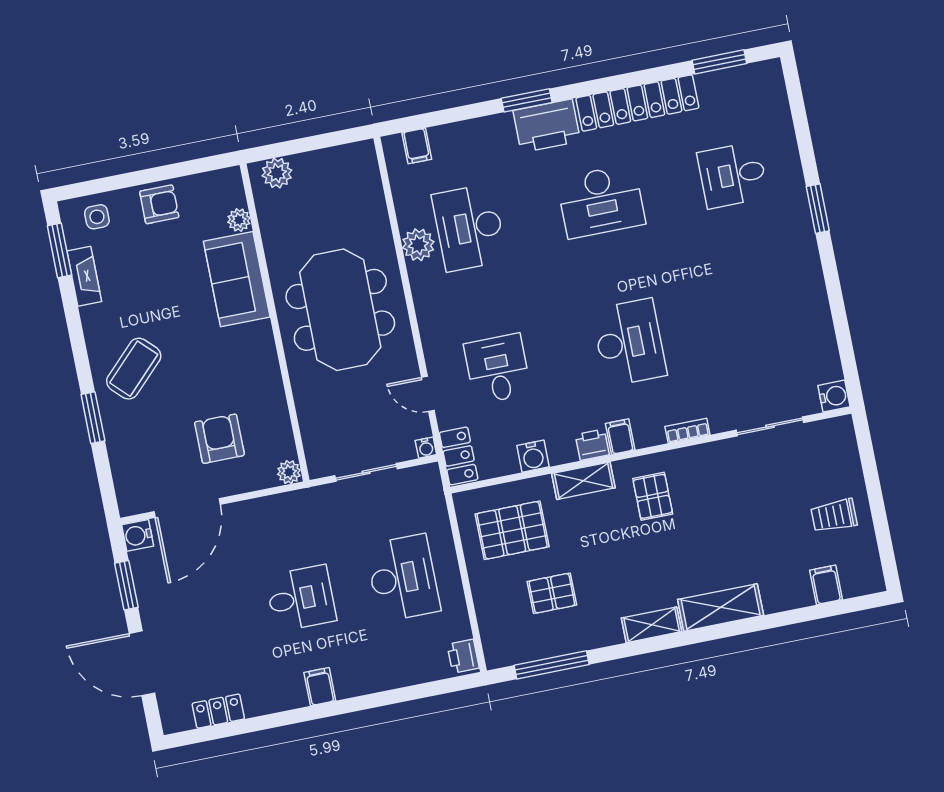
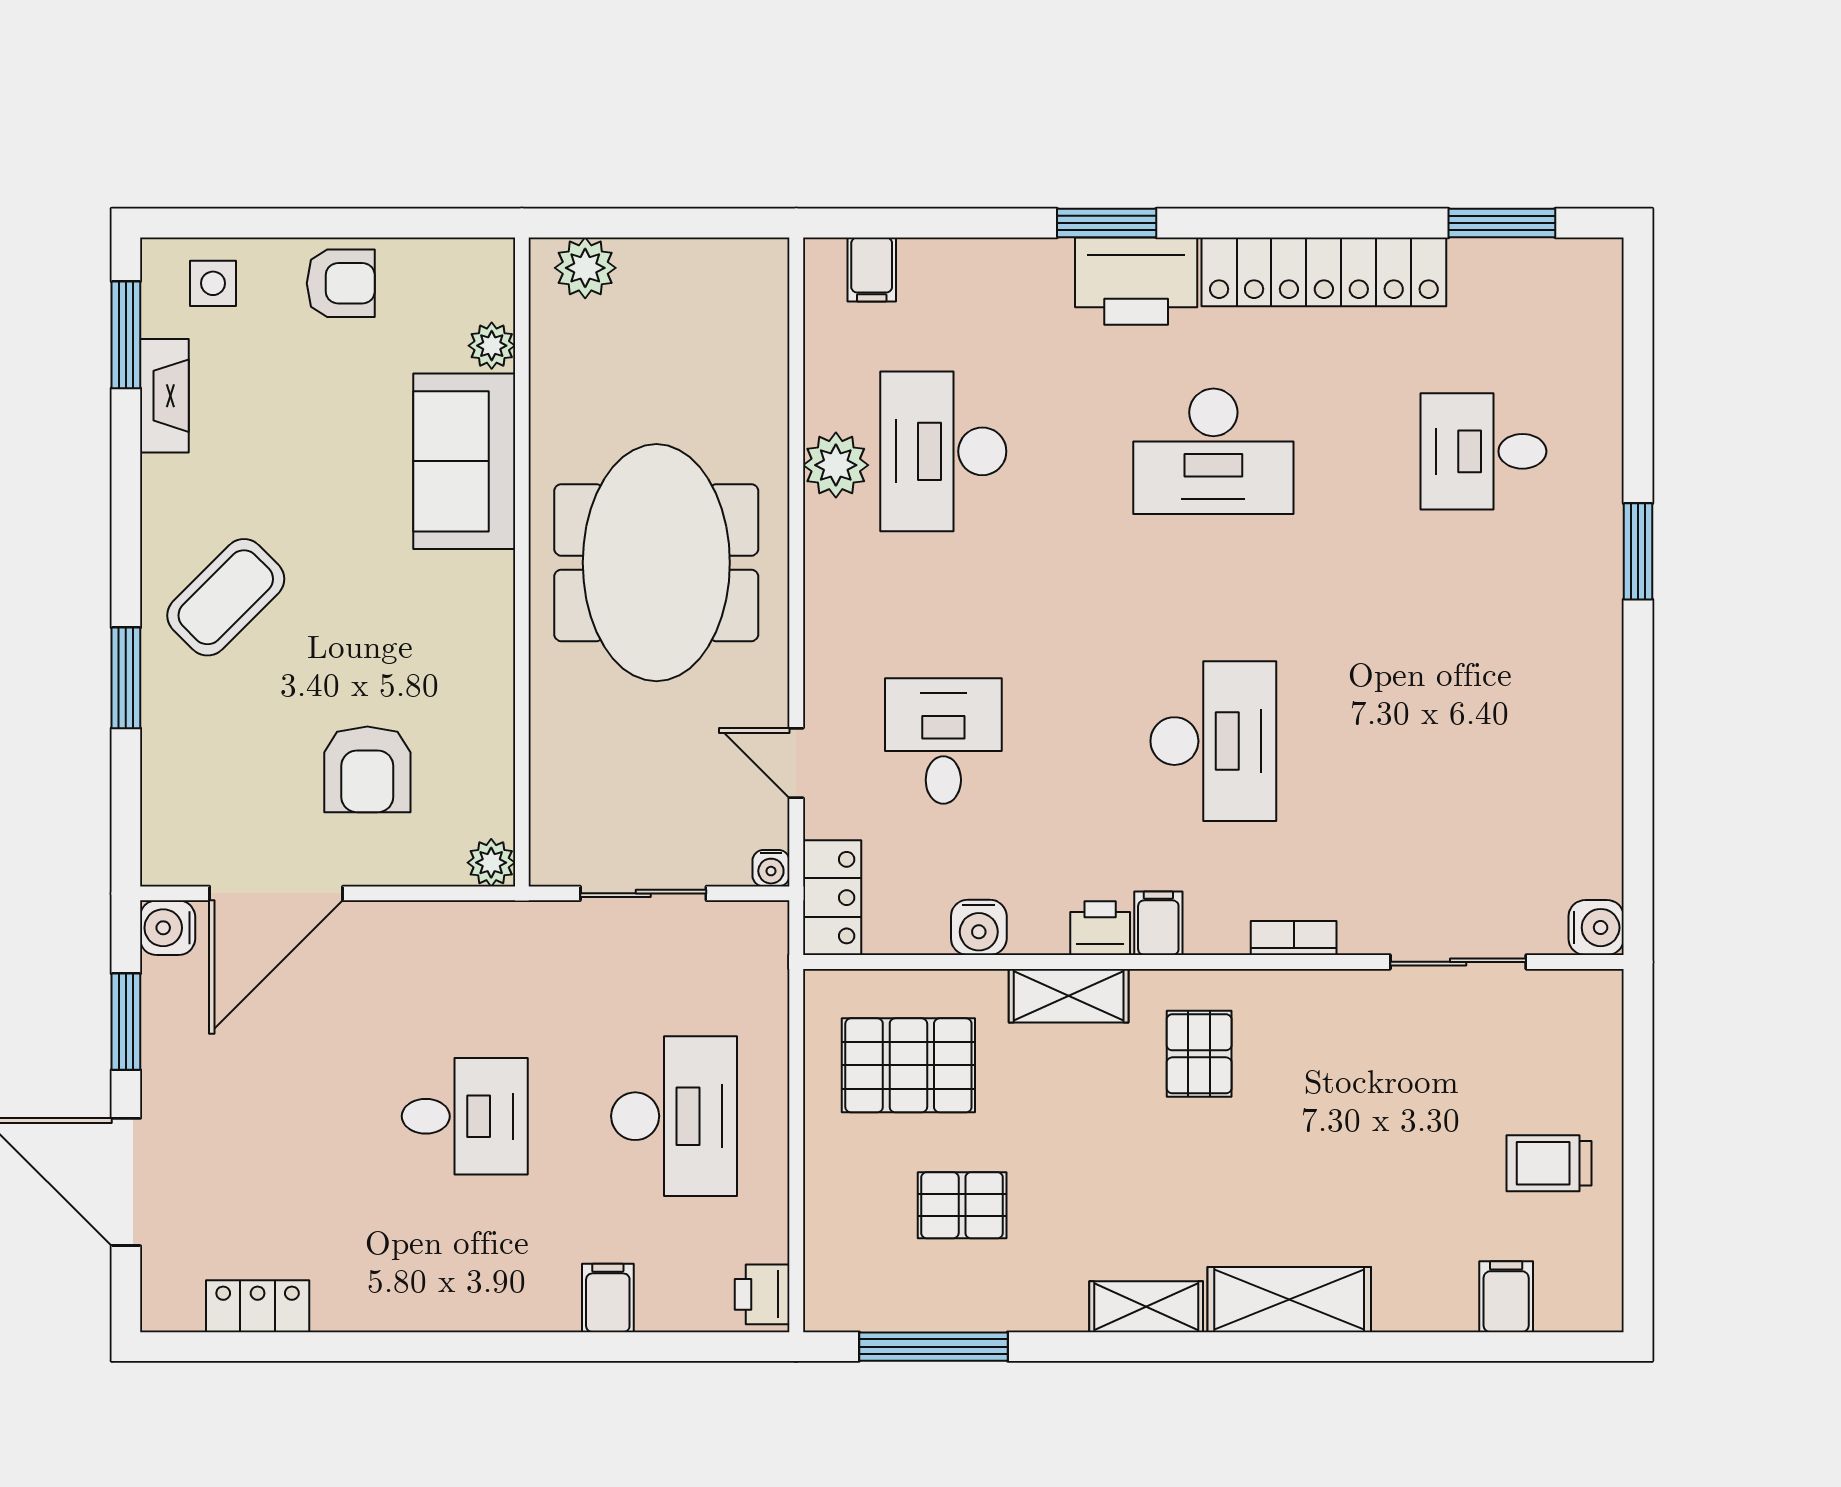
armchair: (220, 439) -> (367, 769), turned 180
filing cabinet: (320, 687) -> (608, 1298), moved

